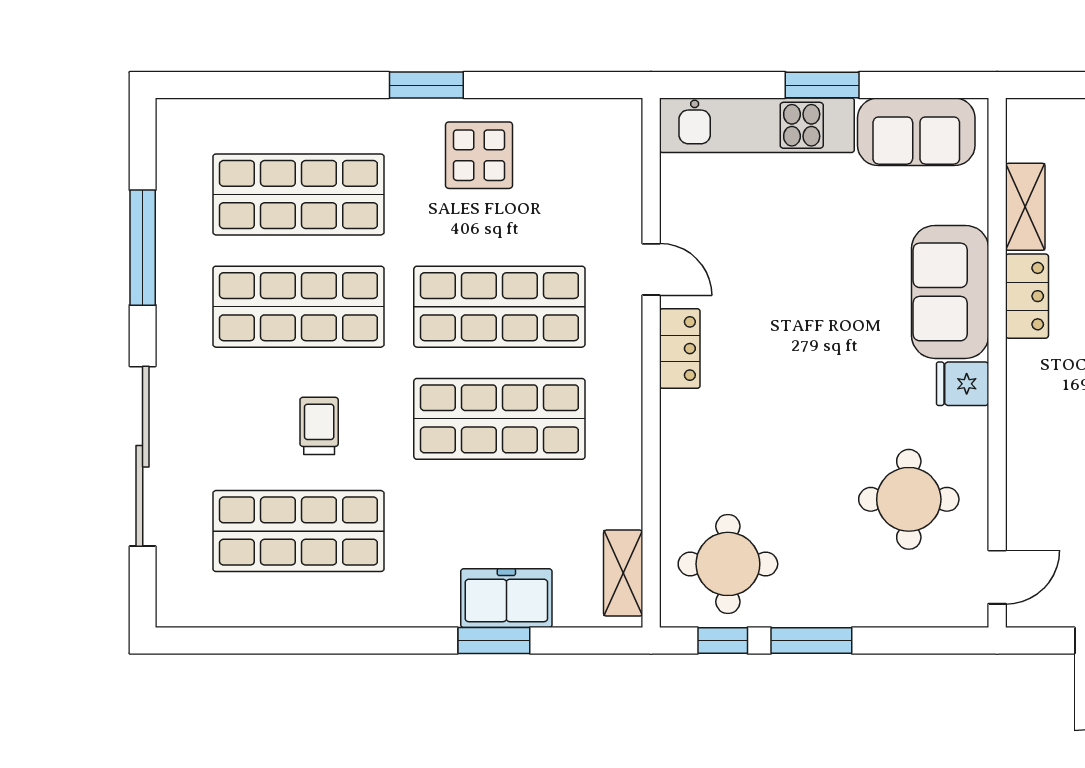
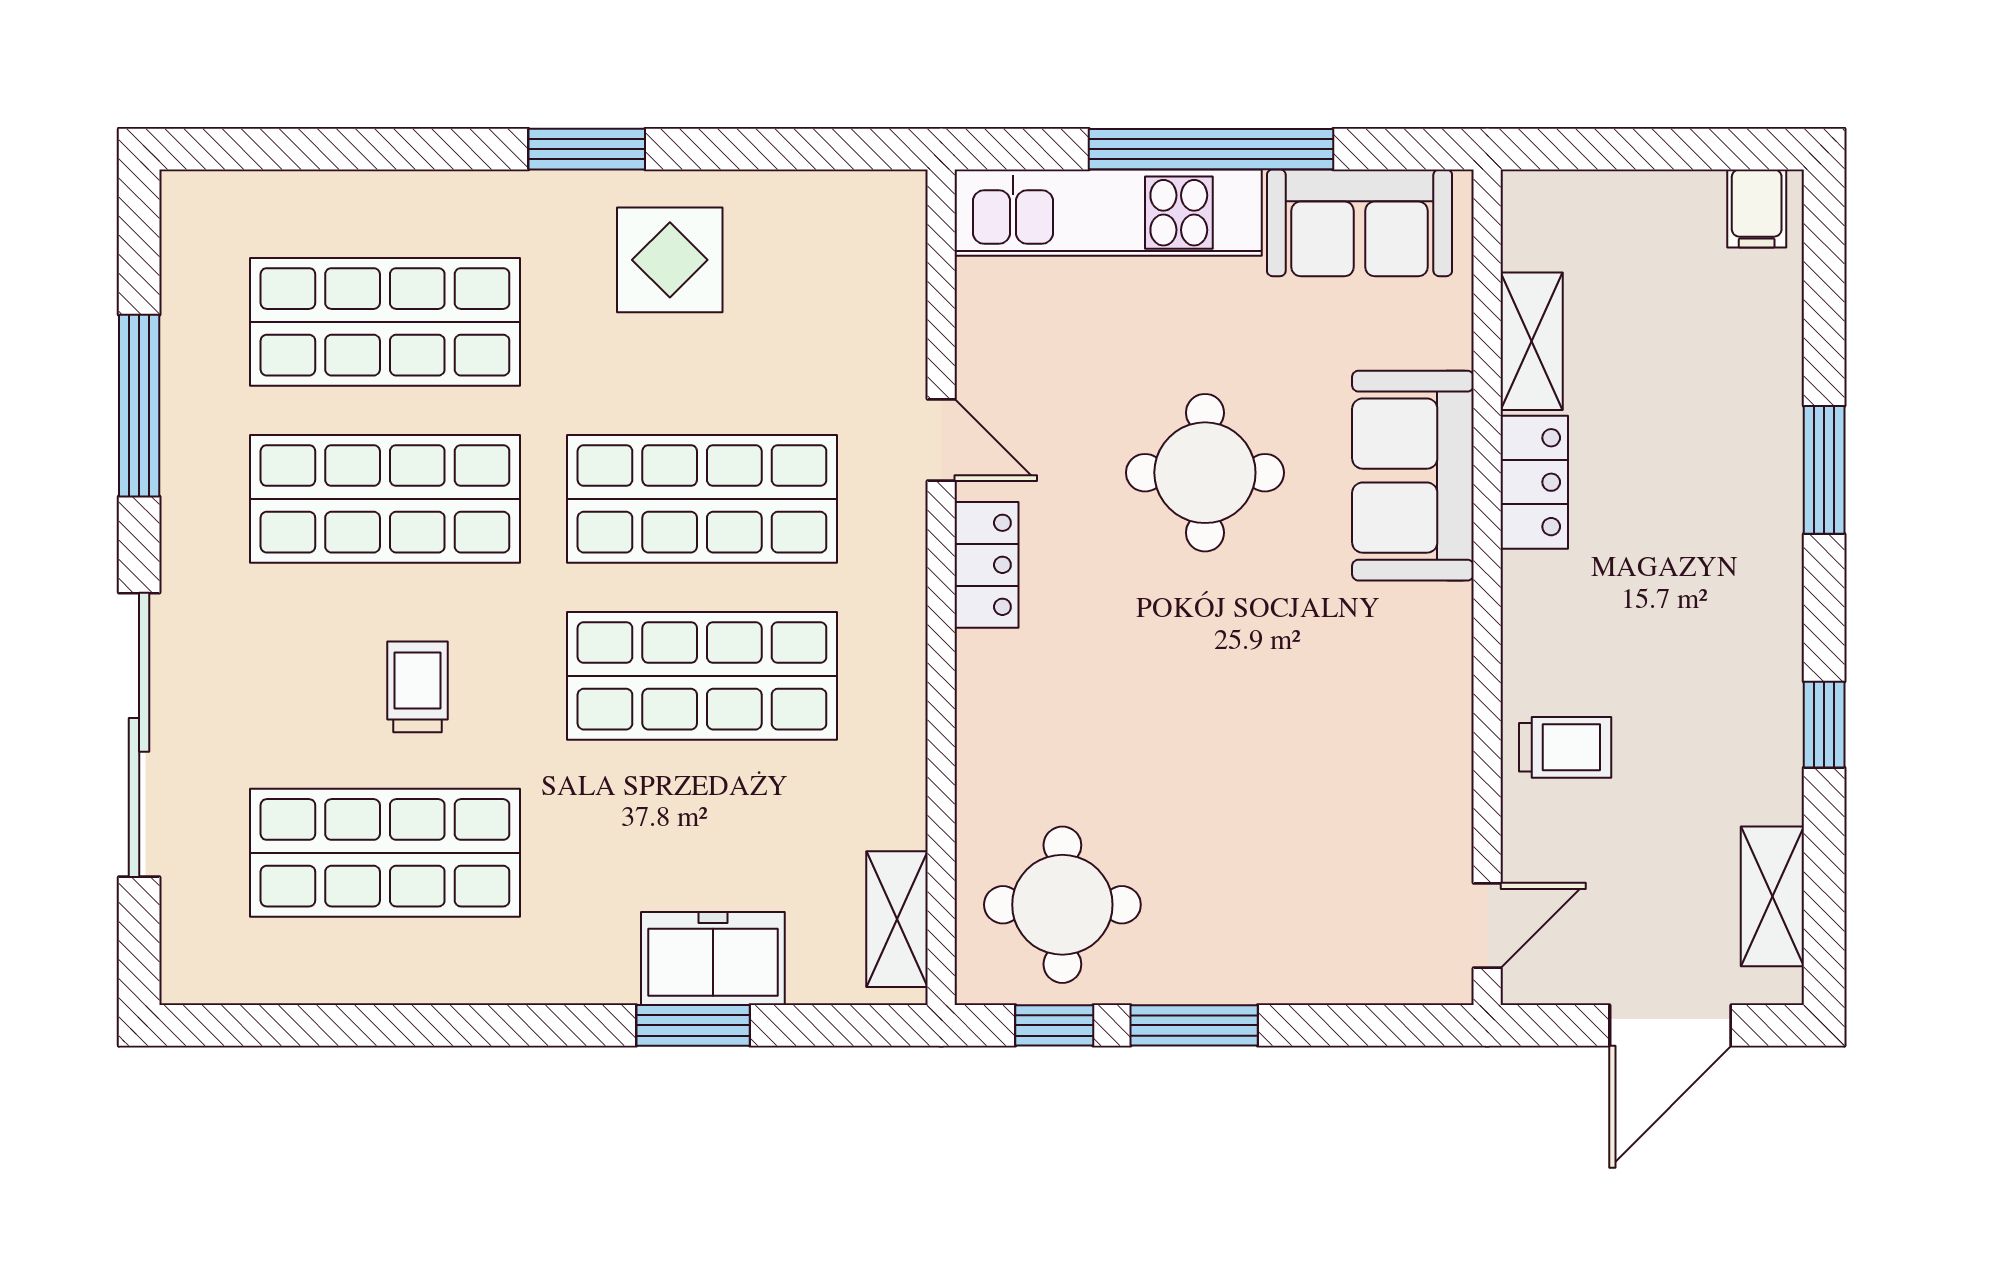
window: (822, 85) -> (1211, 149), width x2.11
fridge: (963, 384) -> (1433, 620), removed
trolley: (1047, 464) -> (1565, 747), added
round table: (909, 499) -> (1205, 473), moved

